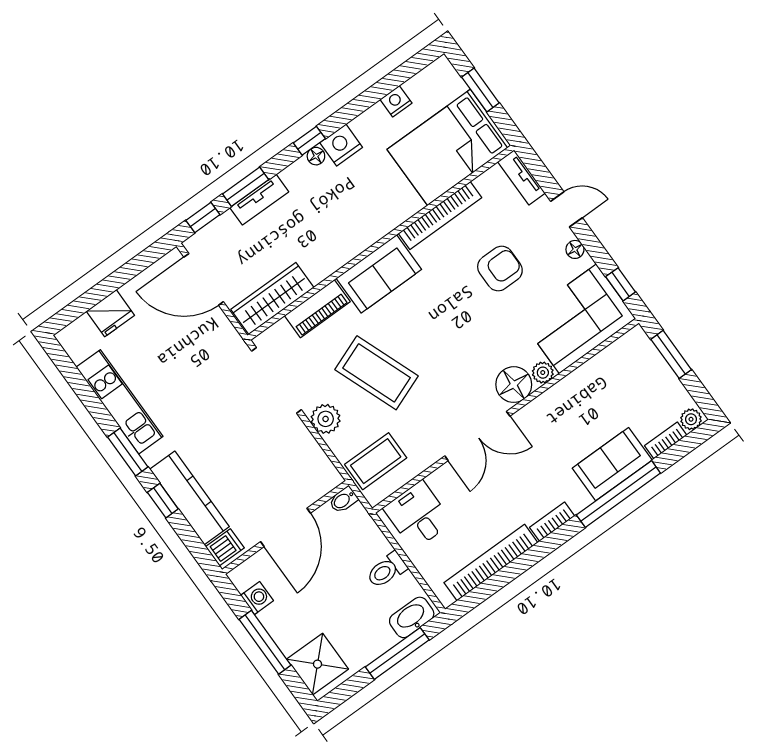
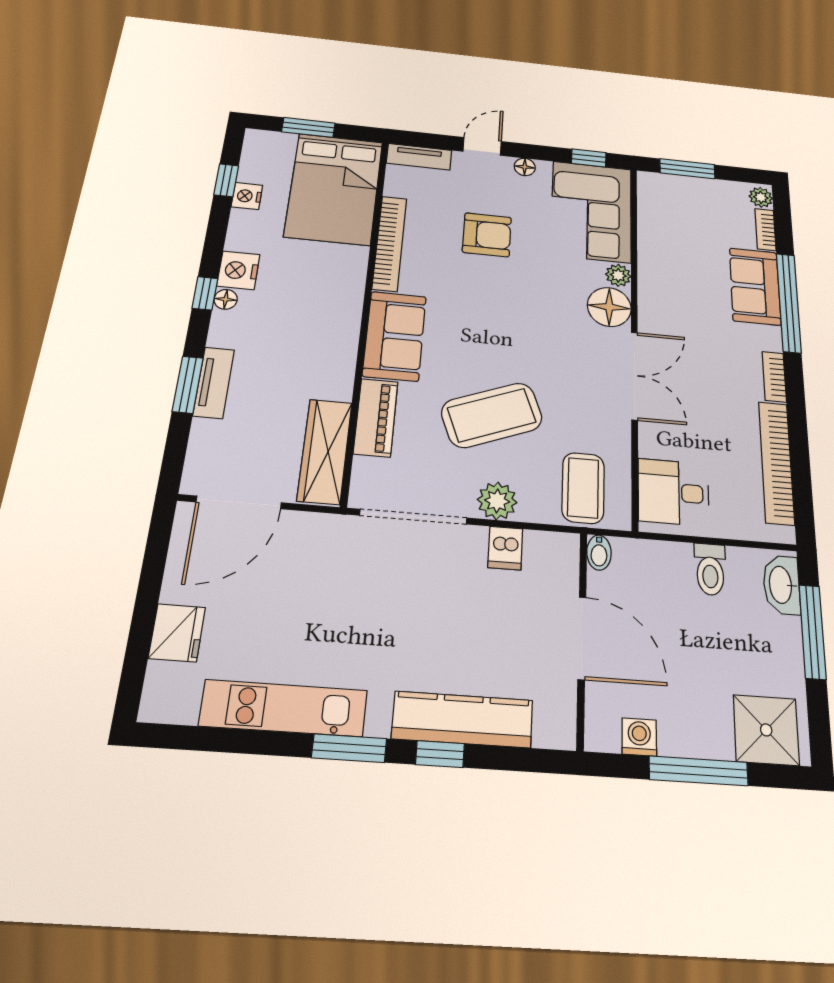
window: (203, 218) -> (226, 180), moved
armchair: (500, 269) -> (487, 235), turned 90
dishwasher: (225, 547) -> (505, 548), moved, turned 180

